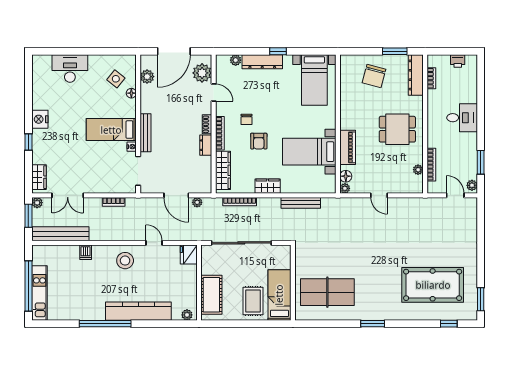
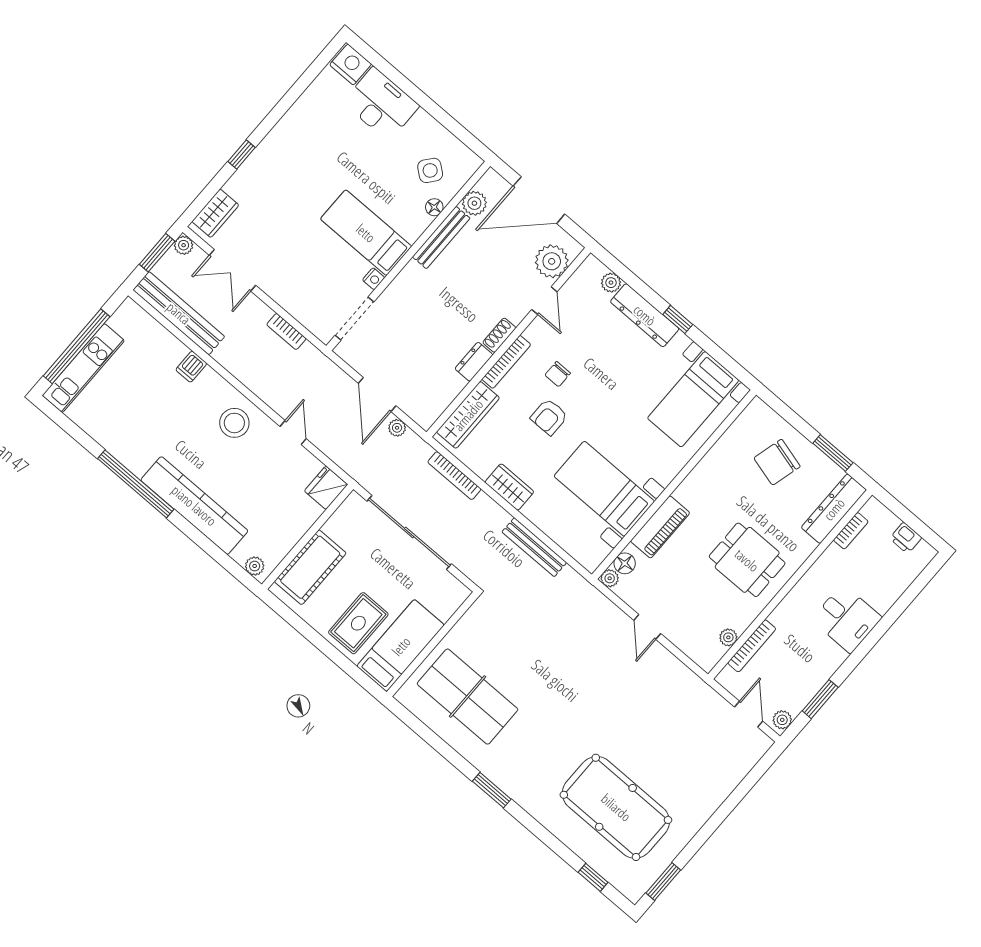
nightstand: (40, 119) -> (351, 64), moved, turned 90
bench: (146, 133) -> (441, 238), moved

